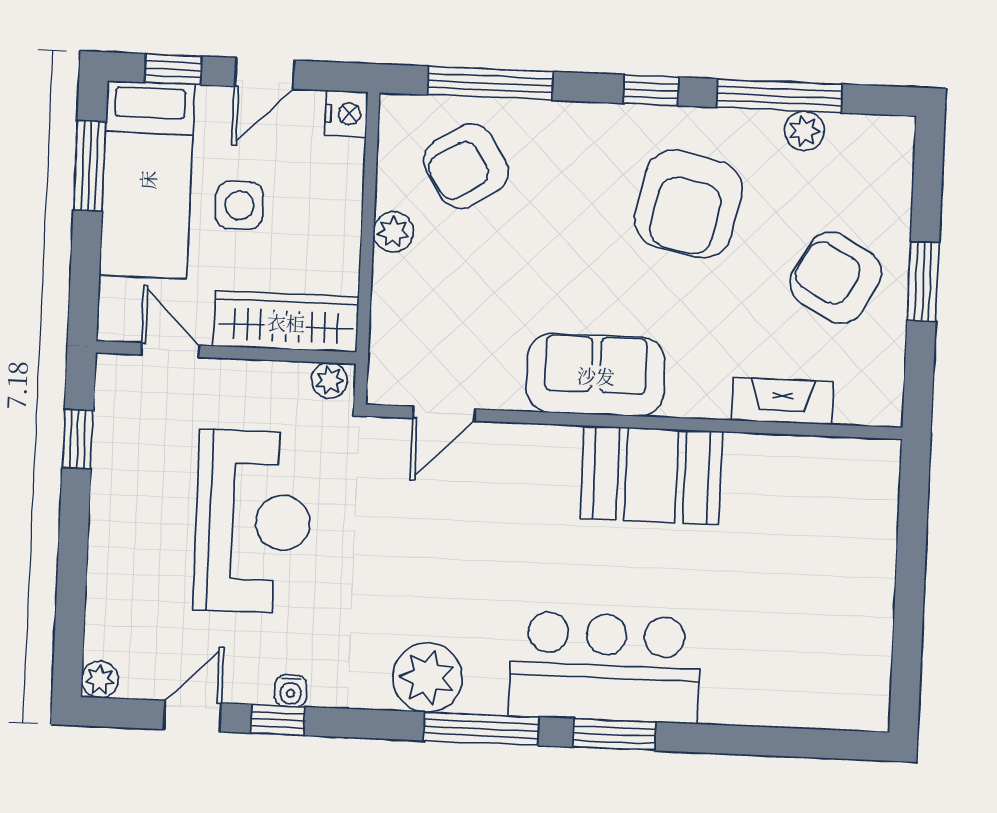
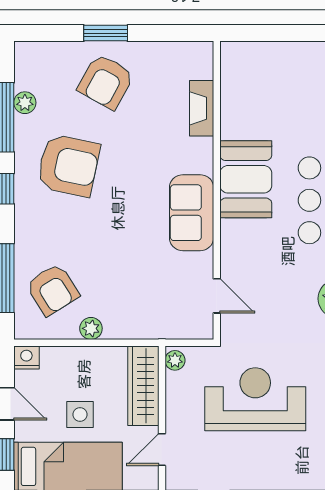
sofa: (596, 375) -> (192, 213), moved
fireplace: (782, 401) -> (202, 108), moved
door: (444, 414) -> (217, 296), moved
wall: (634, 422) -> (217, 190), moved
booth: (651, 475) -> (246, 179), moved

